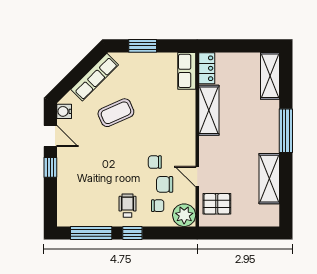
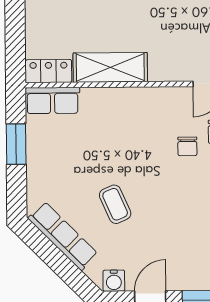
window: (143, 46) -> (16, 144), moved
coffee table: (116, 113) -> (115, 204), width x0.73, depth x0.77

